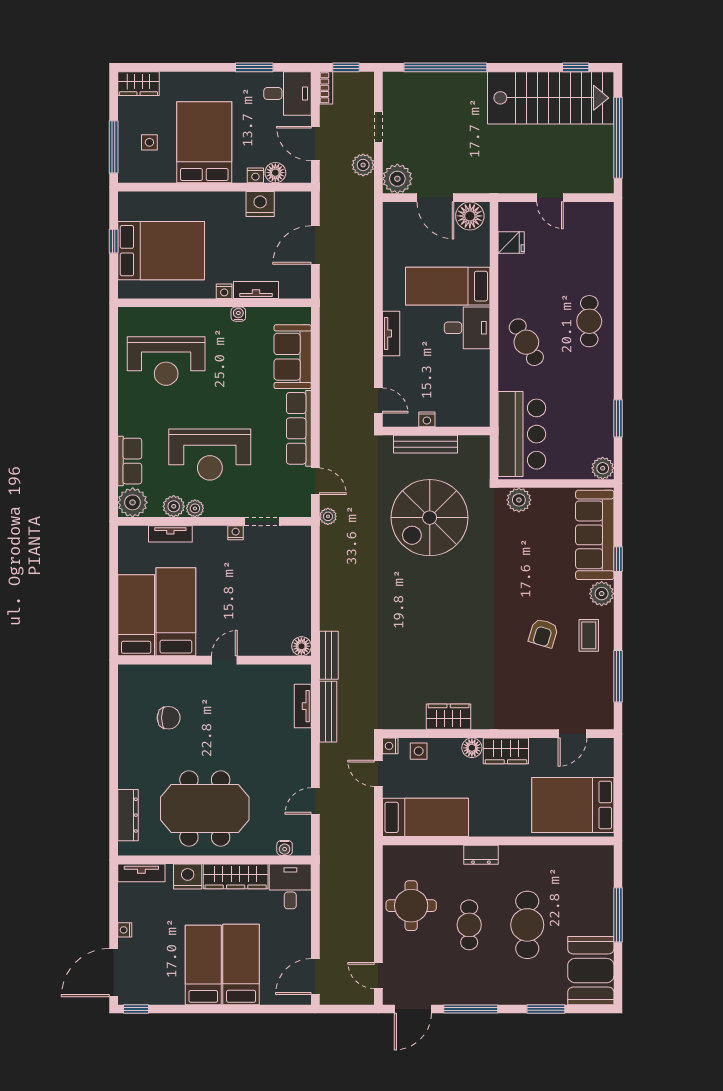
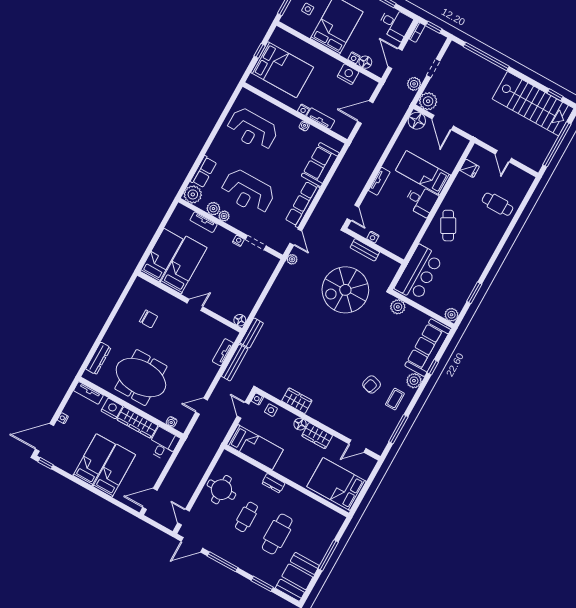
floor lamp: (470, 216) -> (417, 121), moved
cafe table: (589, 321) -> (497, 204), moved, turned 90
bench: (425, 444) -> (365, 250), width x0.73

